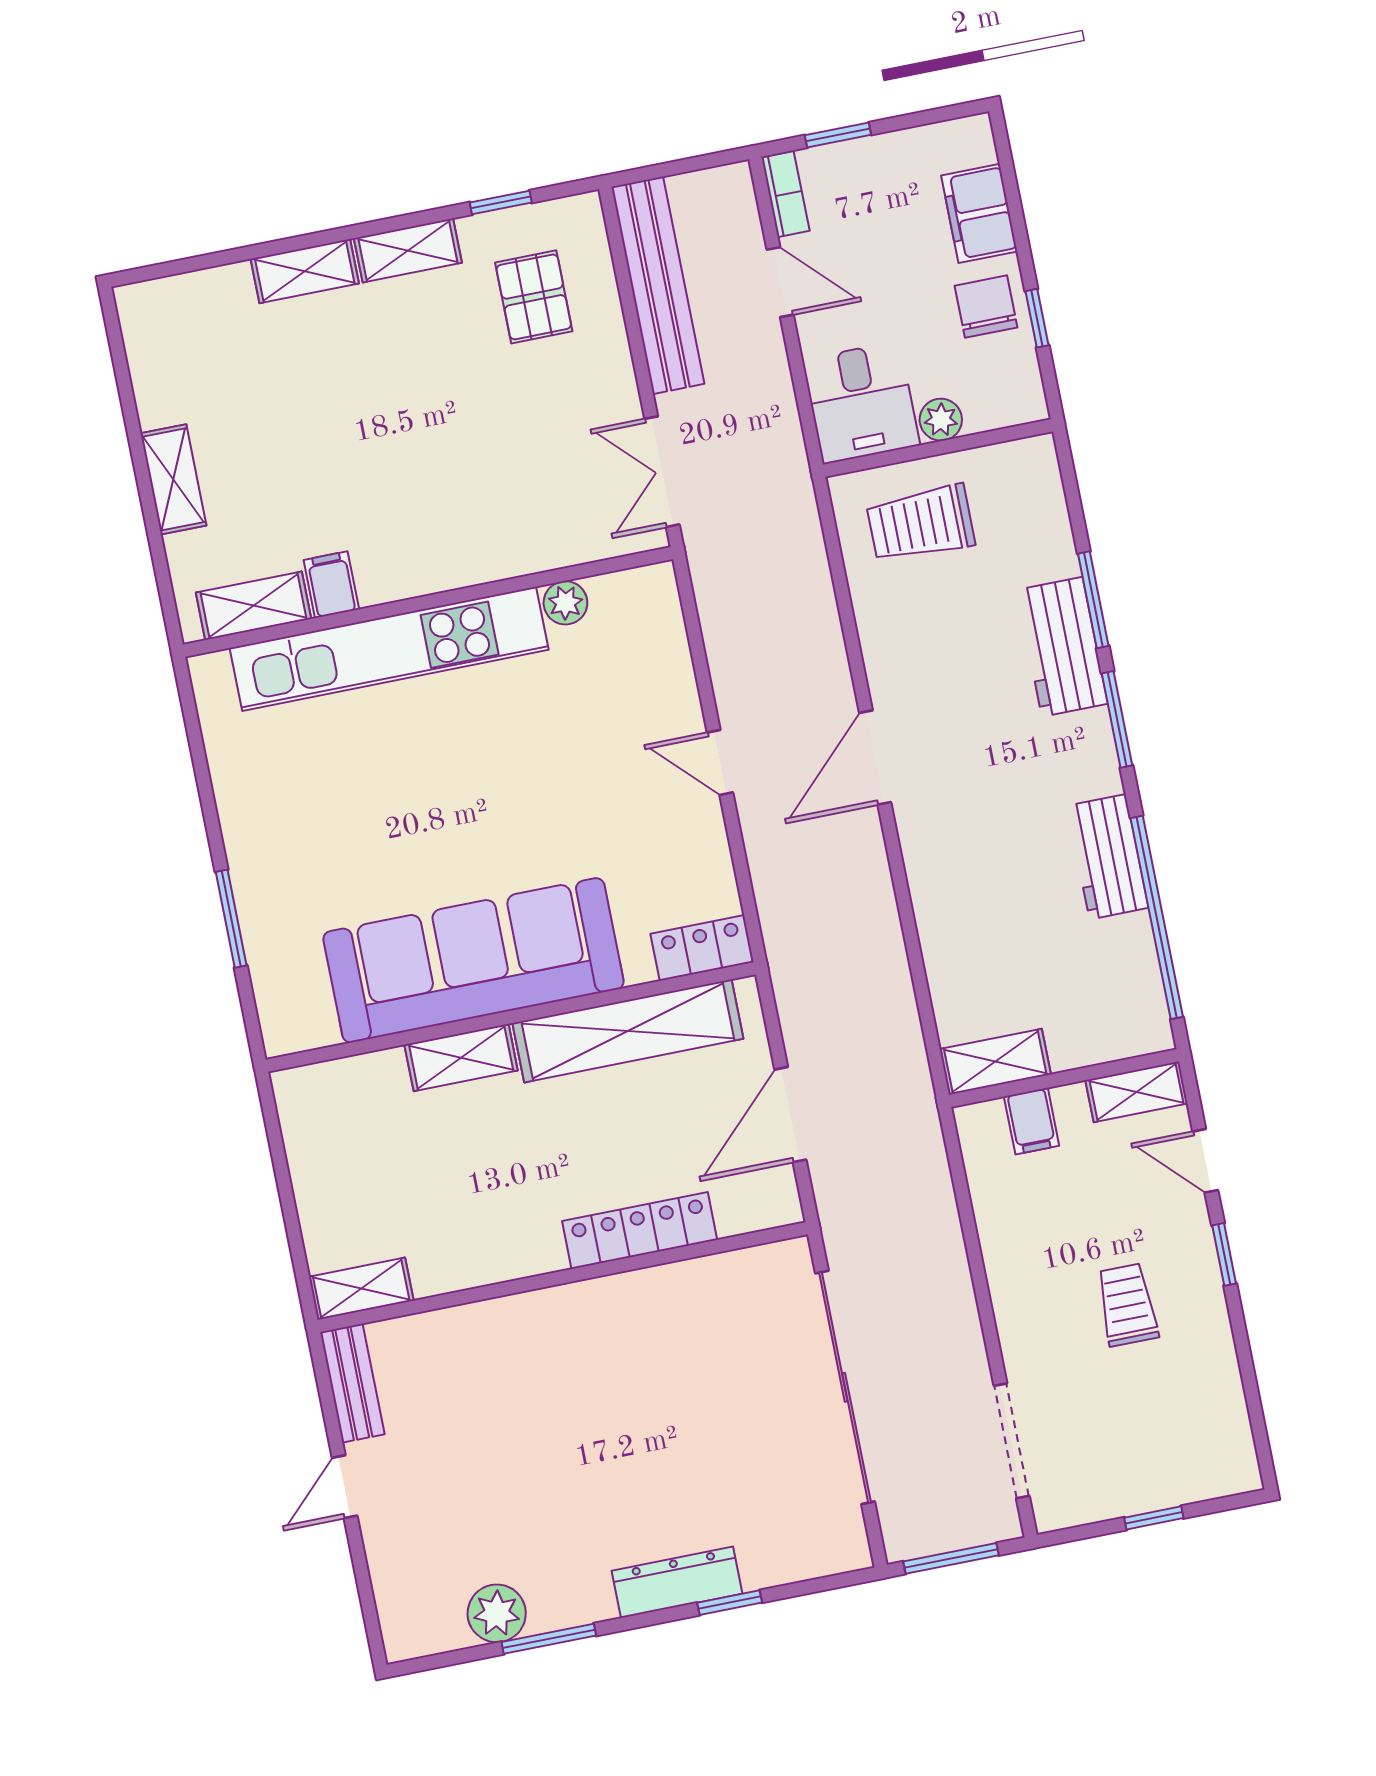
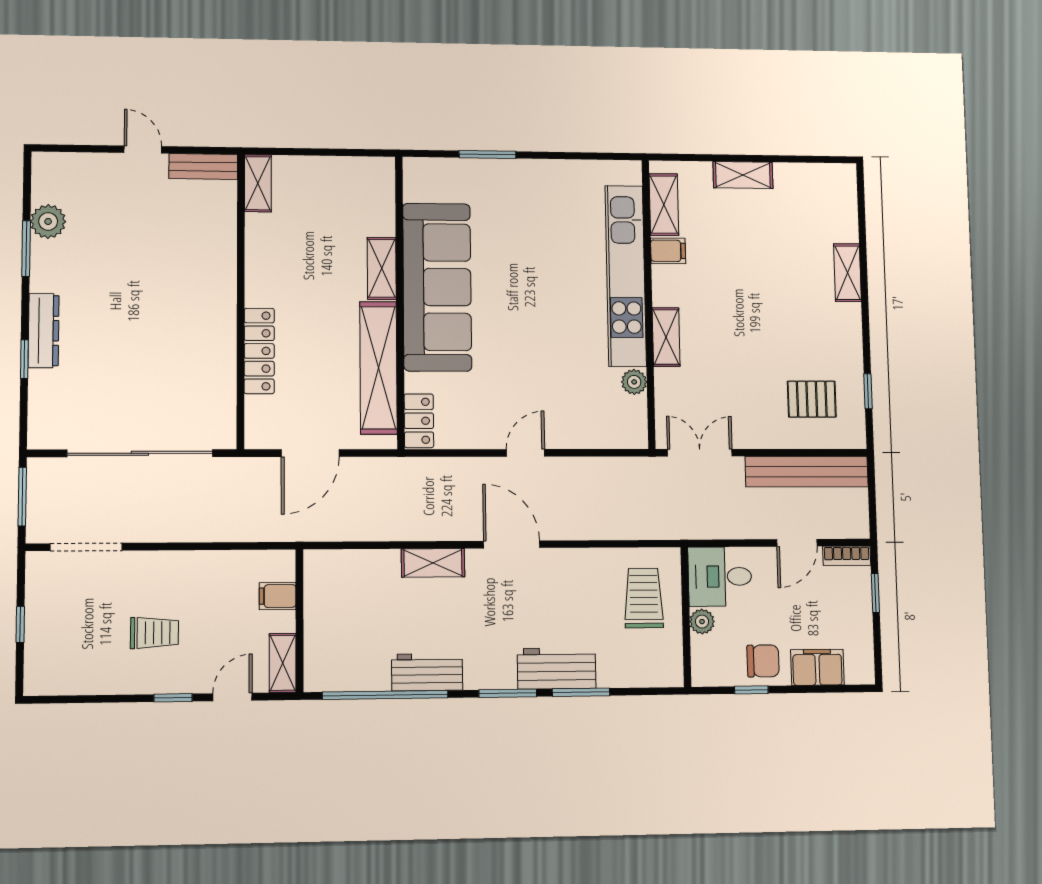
shelving: (408, 250) -> (666, 337), moved
shelving: (995, 1062) -> (433, 563), moved, turned 90
door: (790, 1115) -> (310, 453), swing flipped

